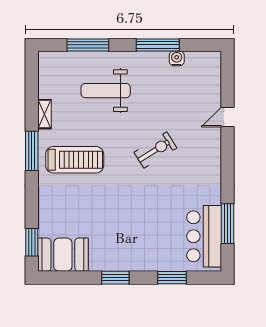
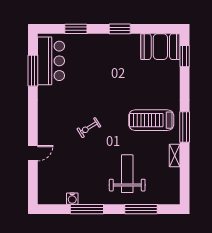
weight bench: (106, 91) -> (127, 174), turned -90
exercise bike: (155, 150) -> (89, 128), width x0.73, depth x0.72

